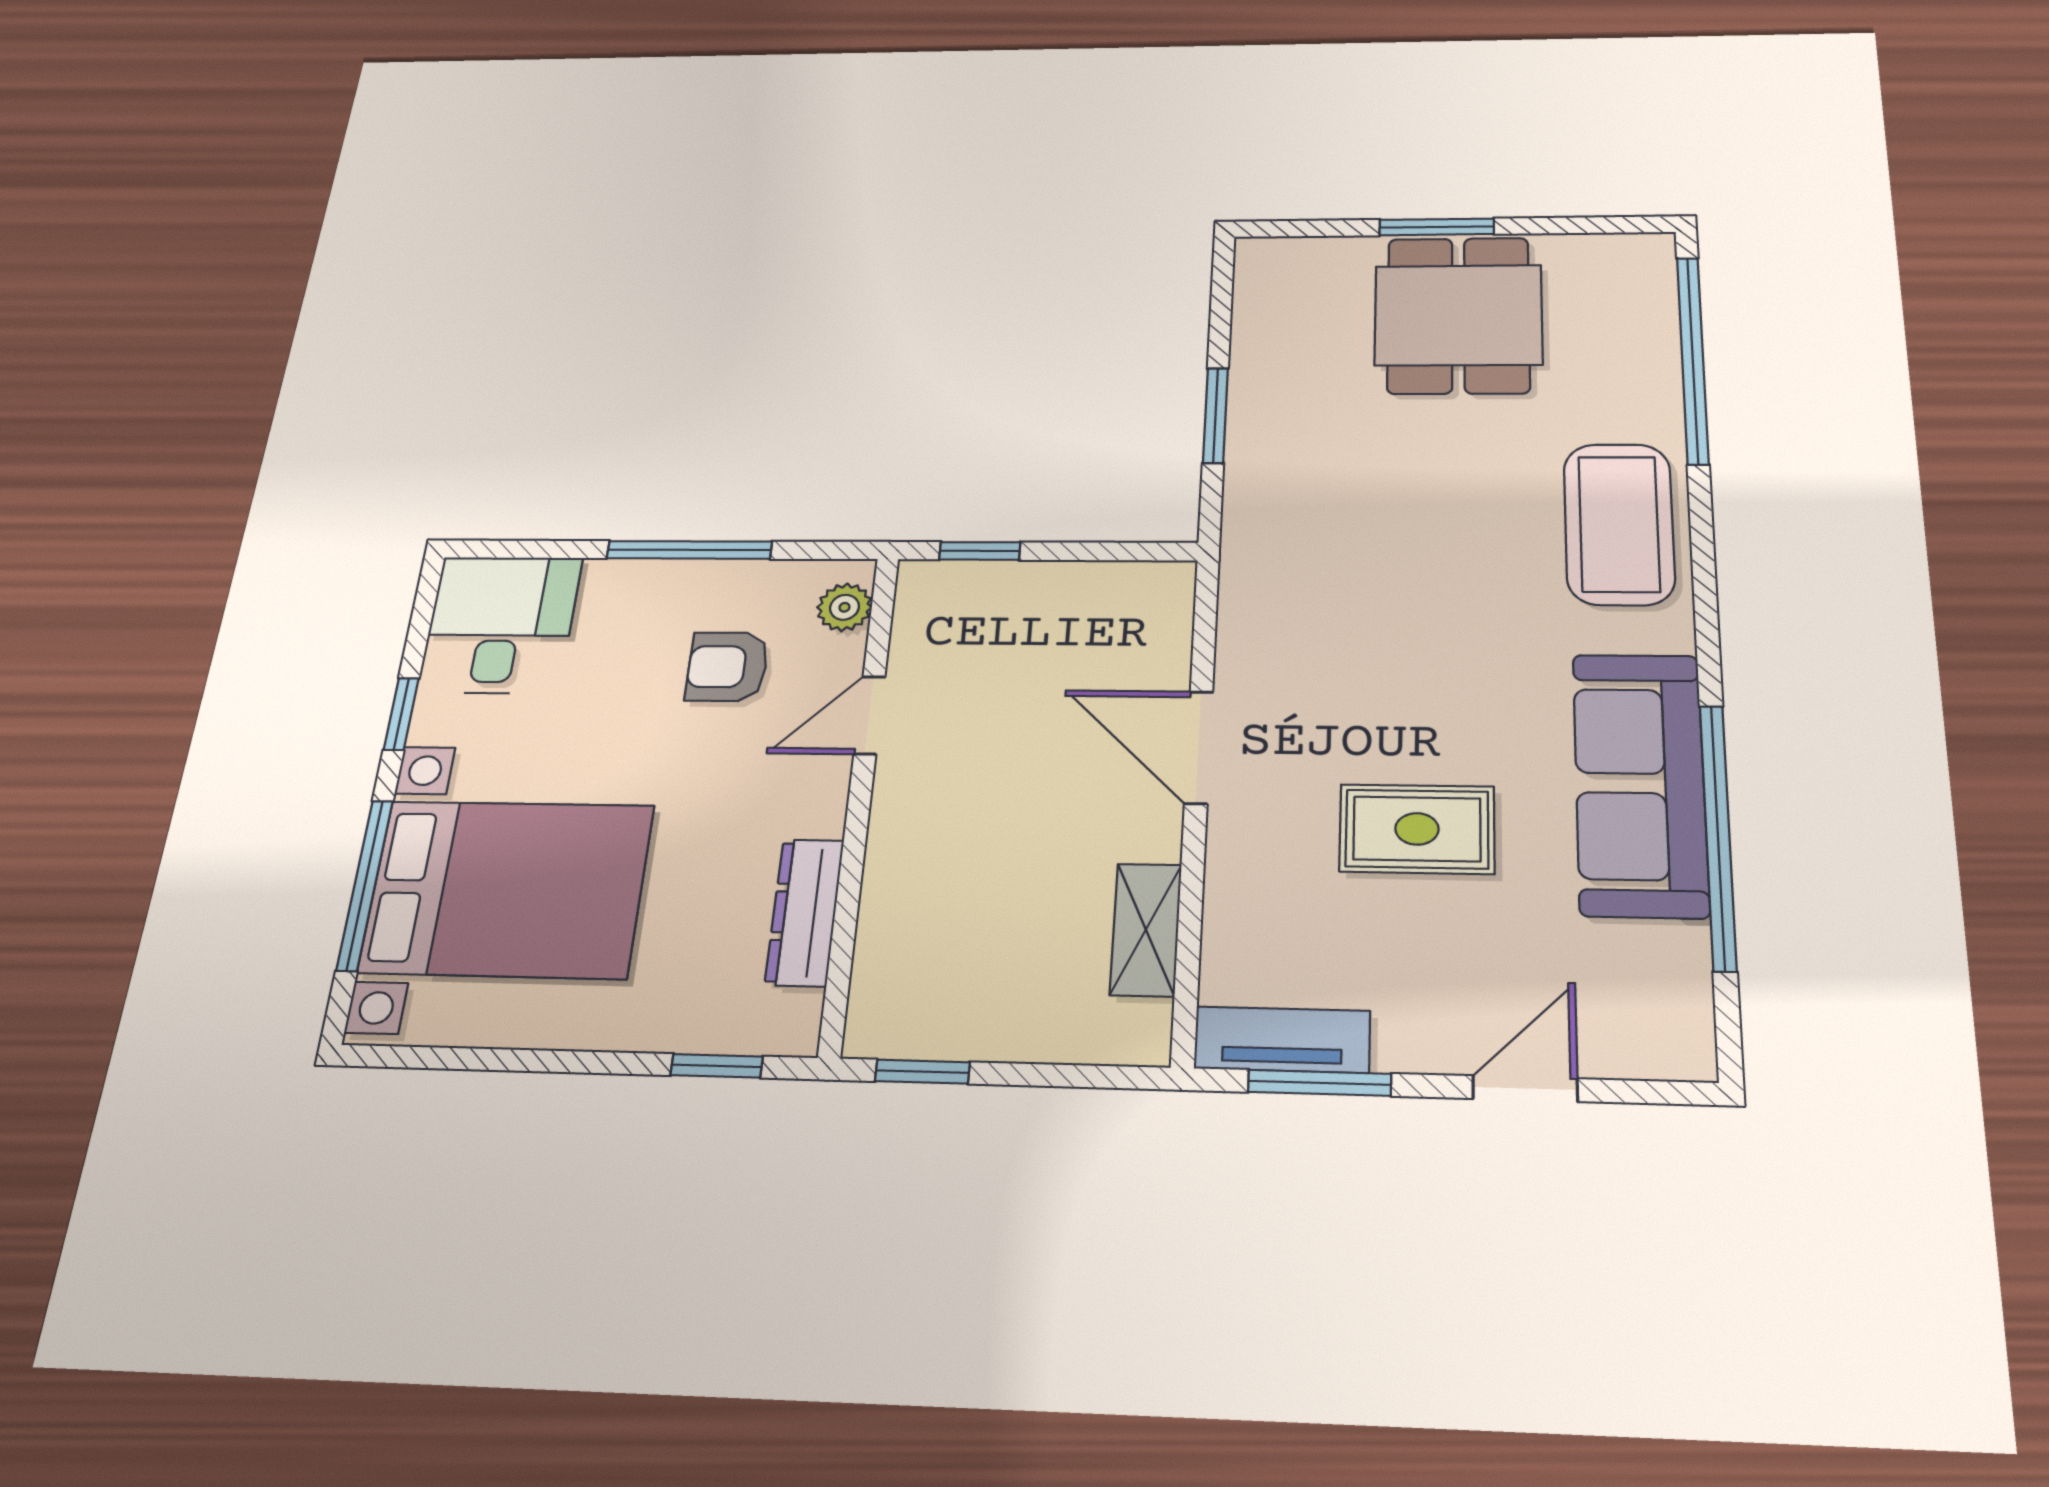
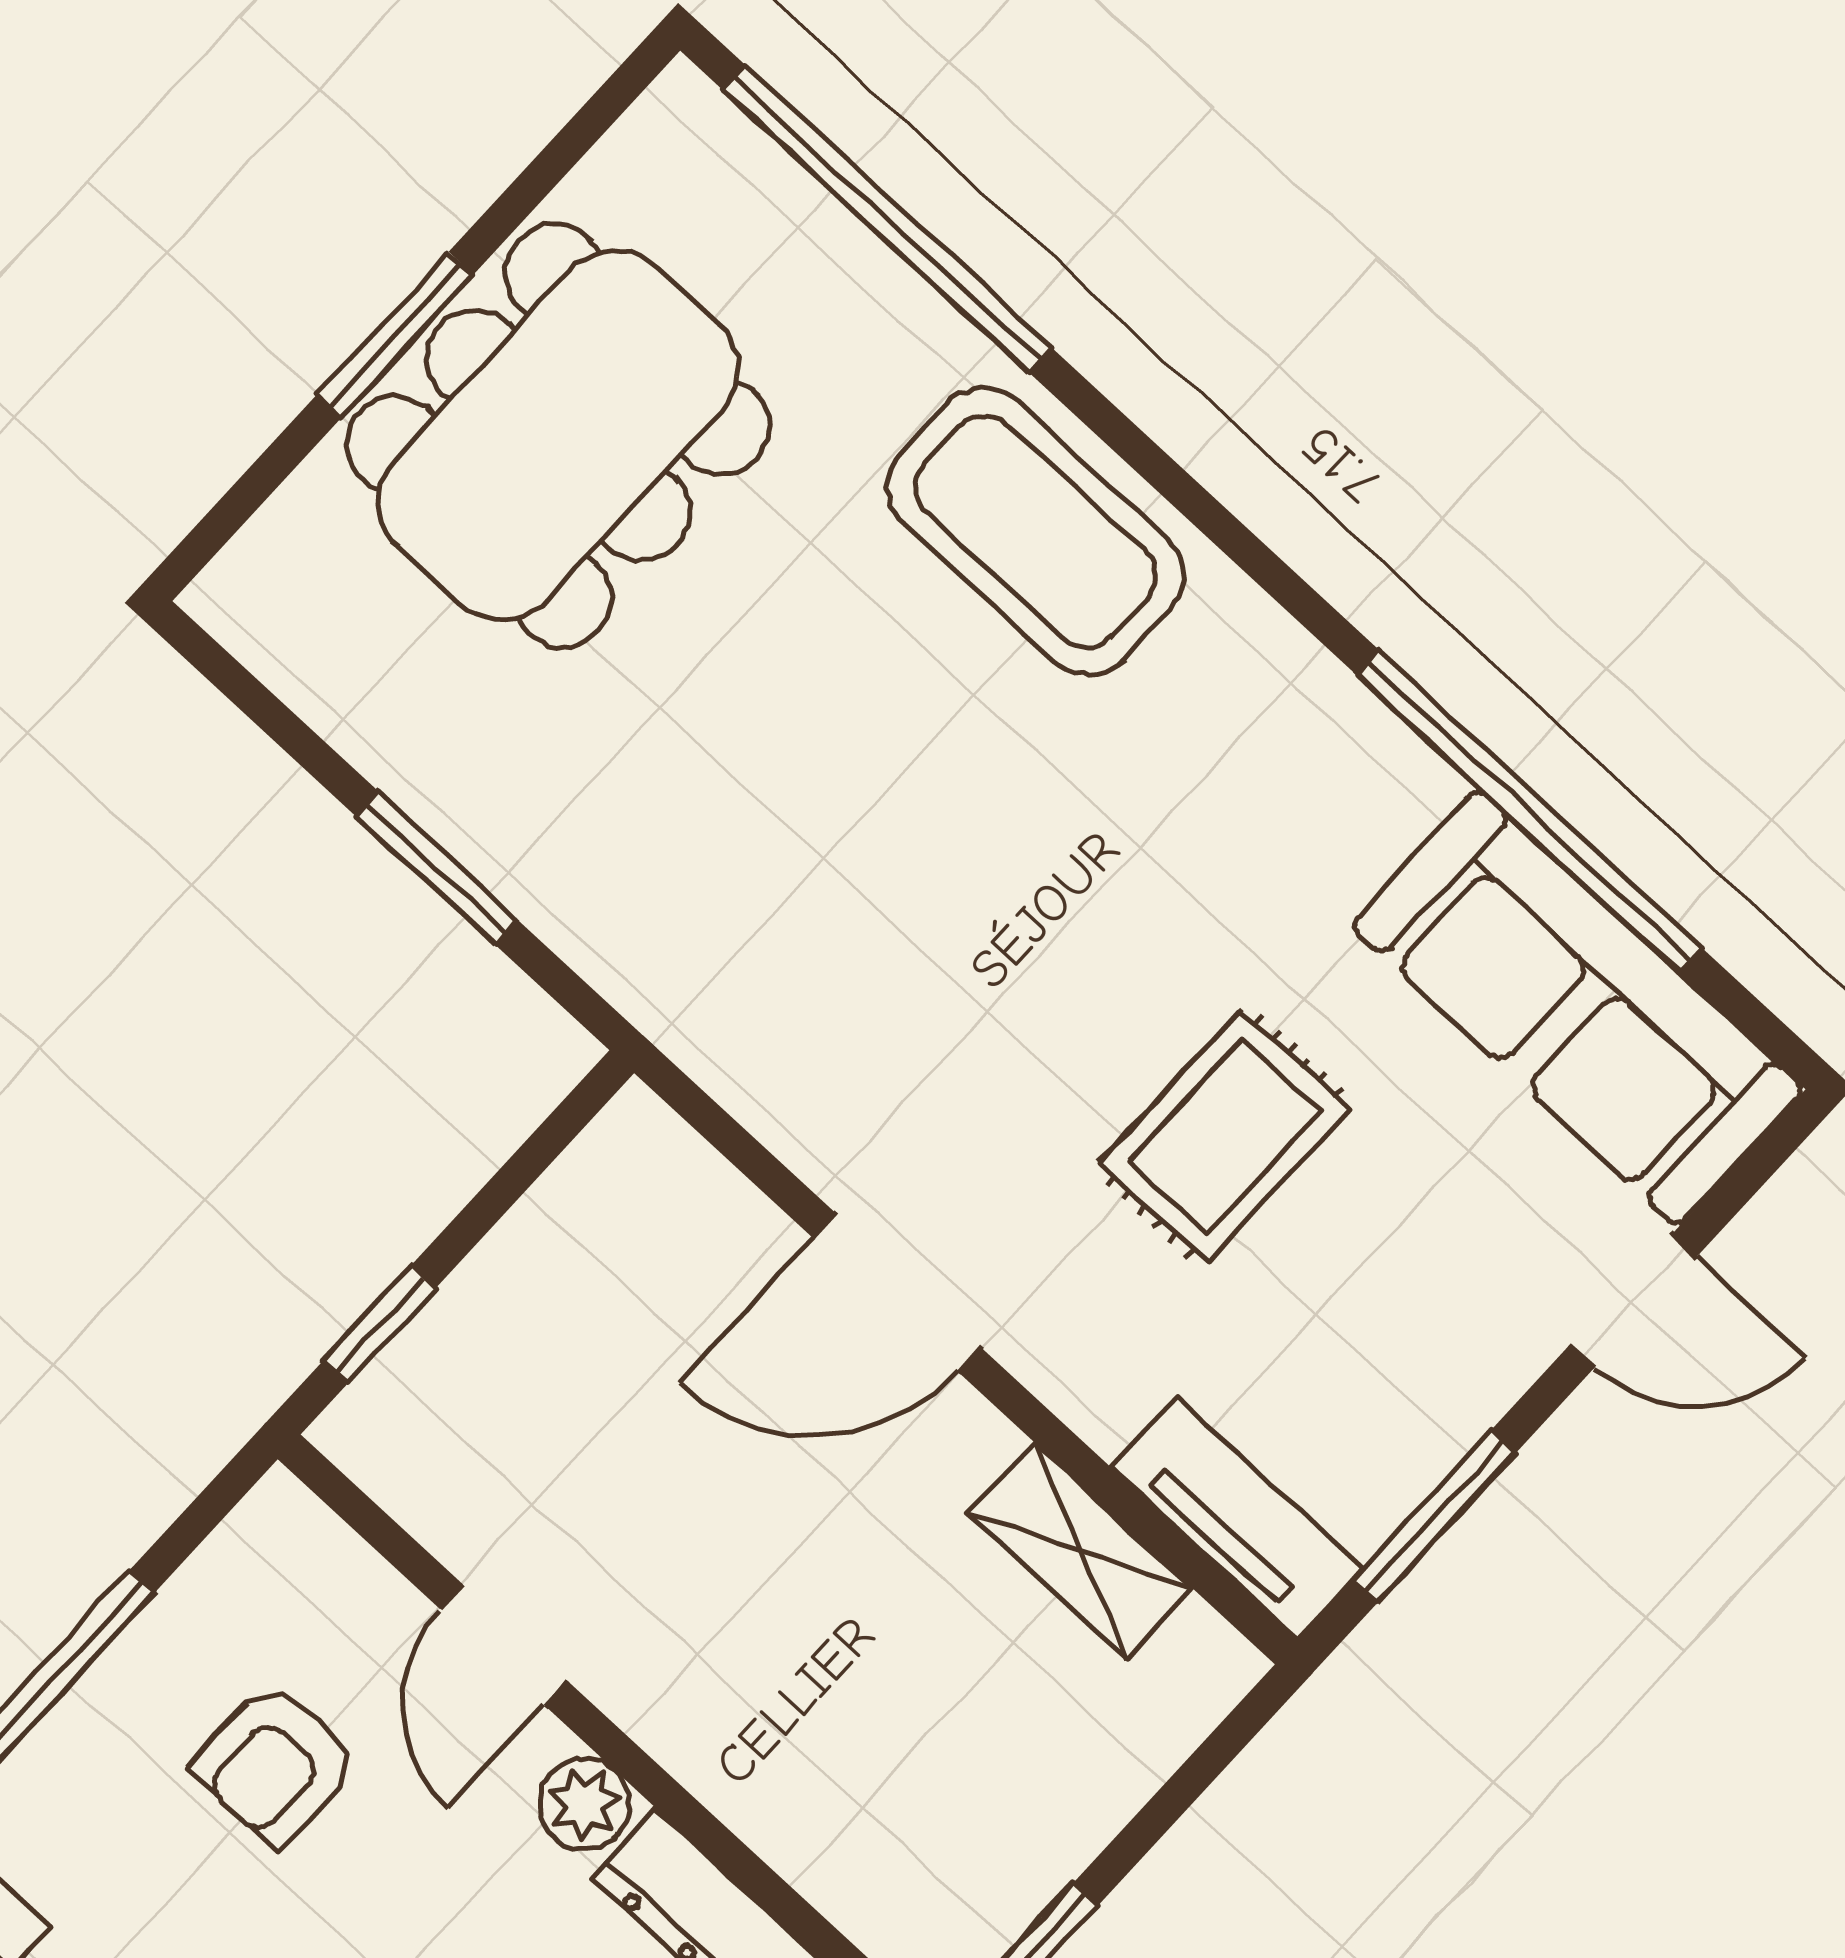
dining table: (1458, 315) -> (558, 435), width x1.38
plant: (844, 607) -> (584, 1804), moved
sofa: (1640, 783) -> (1578, 1008), moved
tv unit: (1282, 1040) -> (1237, 1518), moved, turned 90
door: (1525, 1089) -> (1633, 1301), swing flipped

